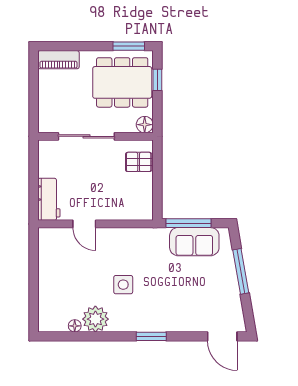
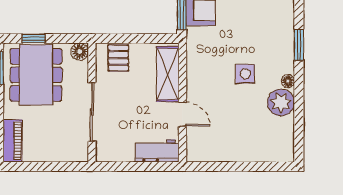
shelving: (123, 210) -> (168, 74), added
door: (84, 224) -> (182, 114), hinge flipped
floor lamp: (75, 326) -> (288, 81), moved

